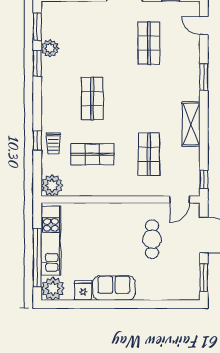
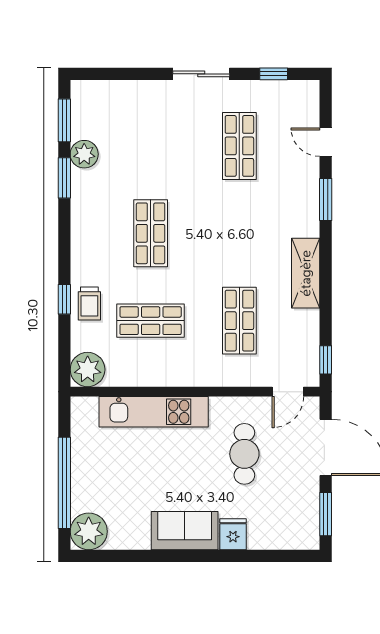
door: (204, 25) -> (326, 142), moved
kitchen unit: (51, 241) -> (154, 412), moved, turned 90
fridge: (83, 290) -> (233, 534), moved

